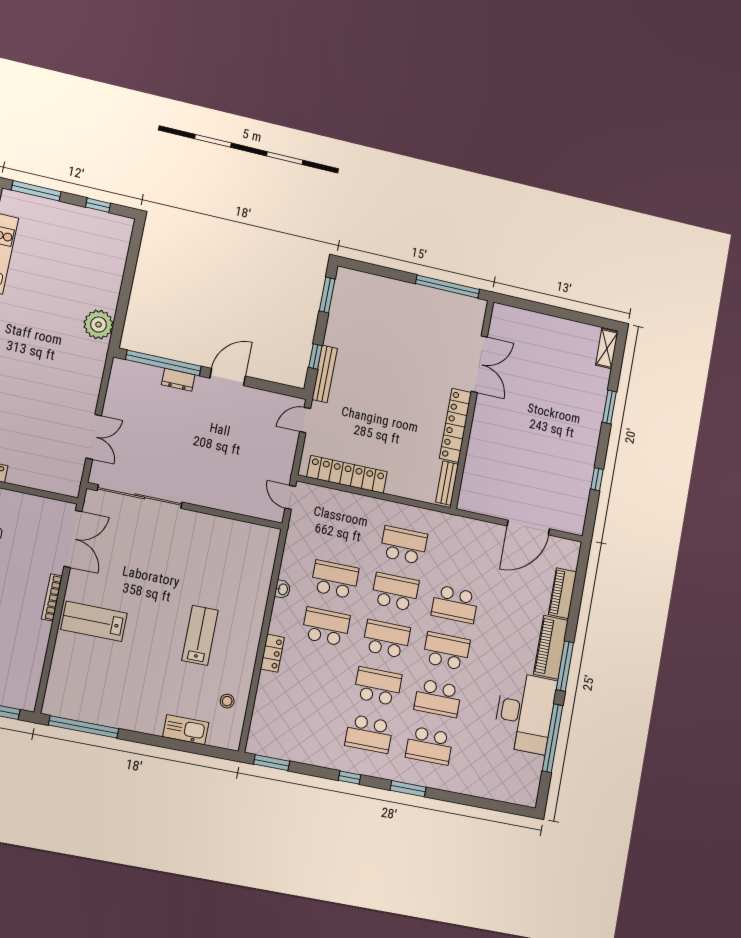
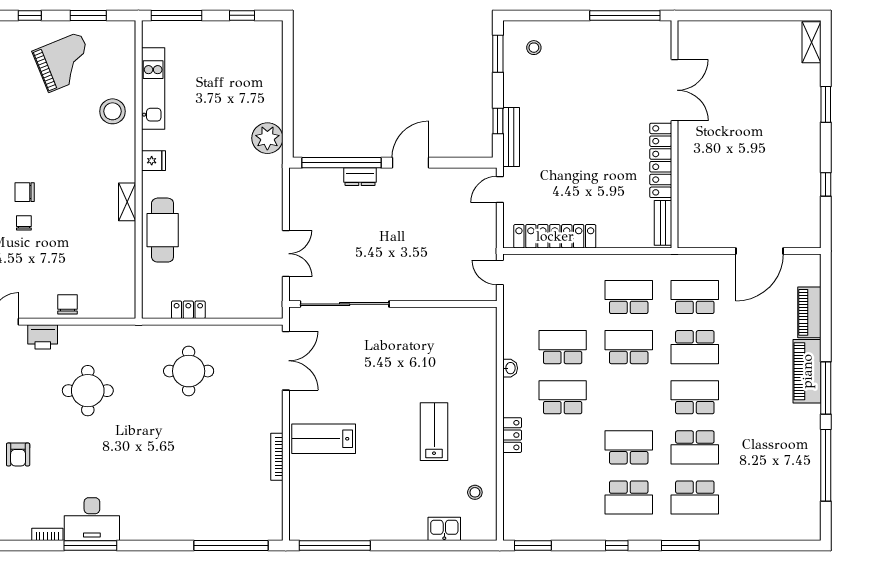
stool: (361, 297) -> (534, 48), added
bookcase: (52, 597) -> (277, 457), moved
school desk: (386, 639) -> (695, 297), moved
desk: (525, 713) -> (791, 445), removed
kitchen sink: (186, 730) -> (444, 529), width x0.73

